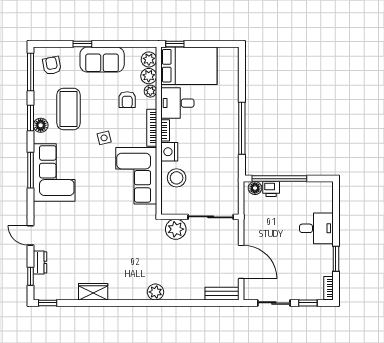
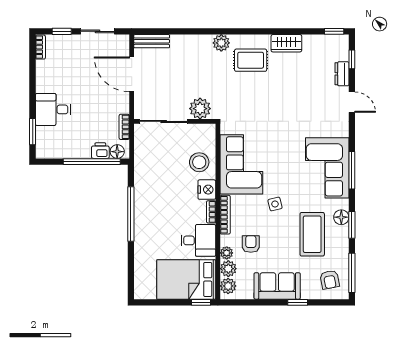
bookcase: (248, 212) -> (124, 127), added
window: (336, 259) -> (33, 132), moved
rug: (127, 275) -> (251, 60), added

